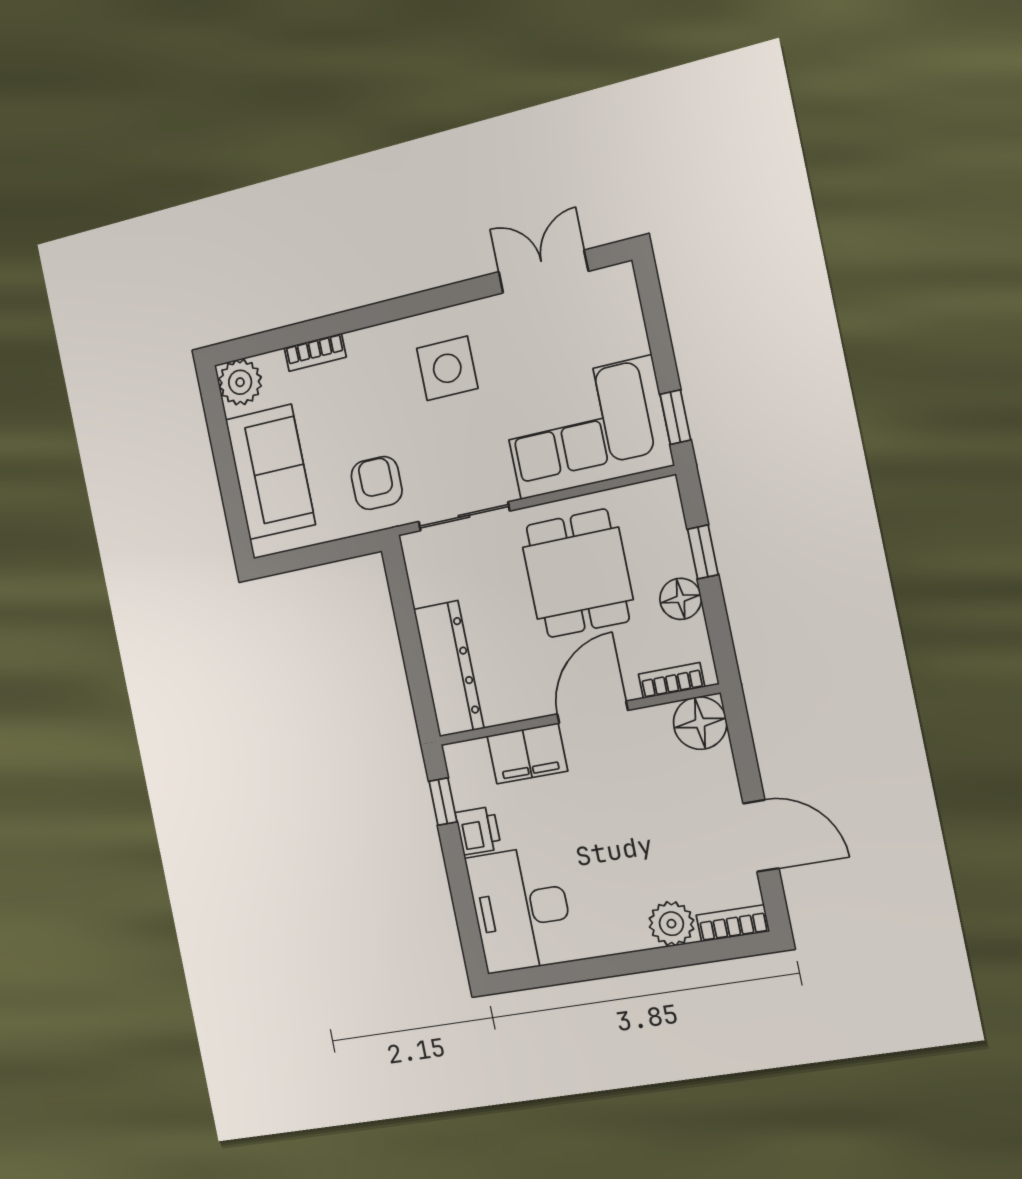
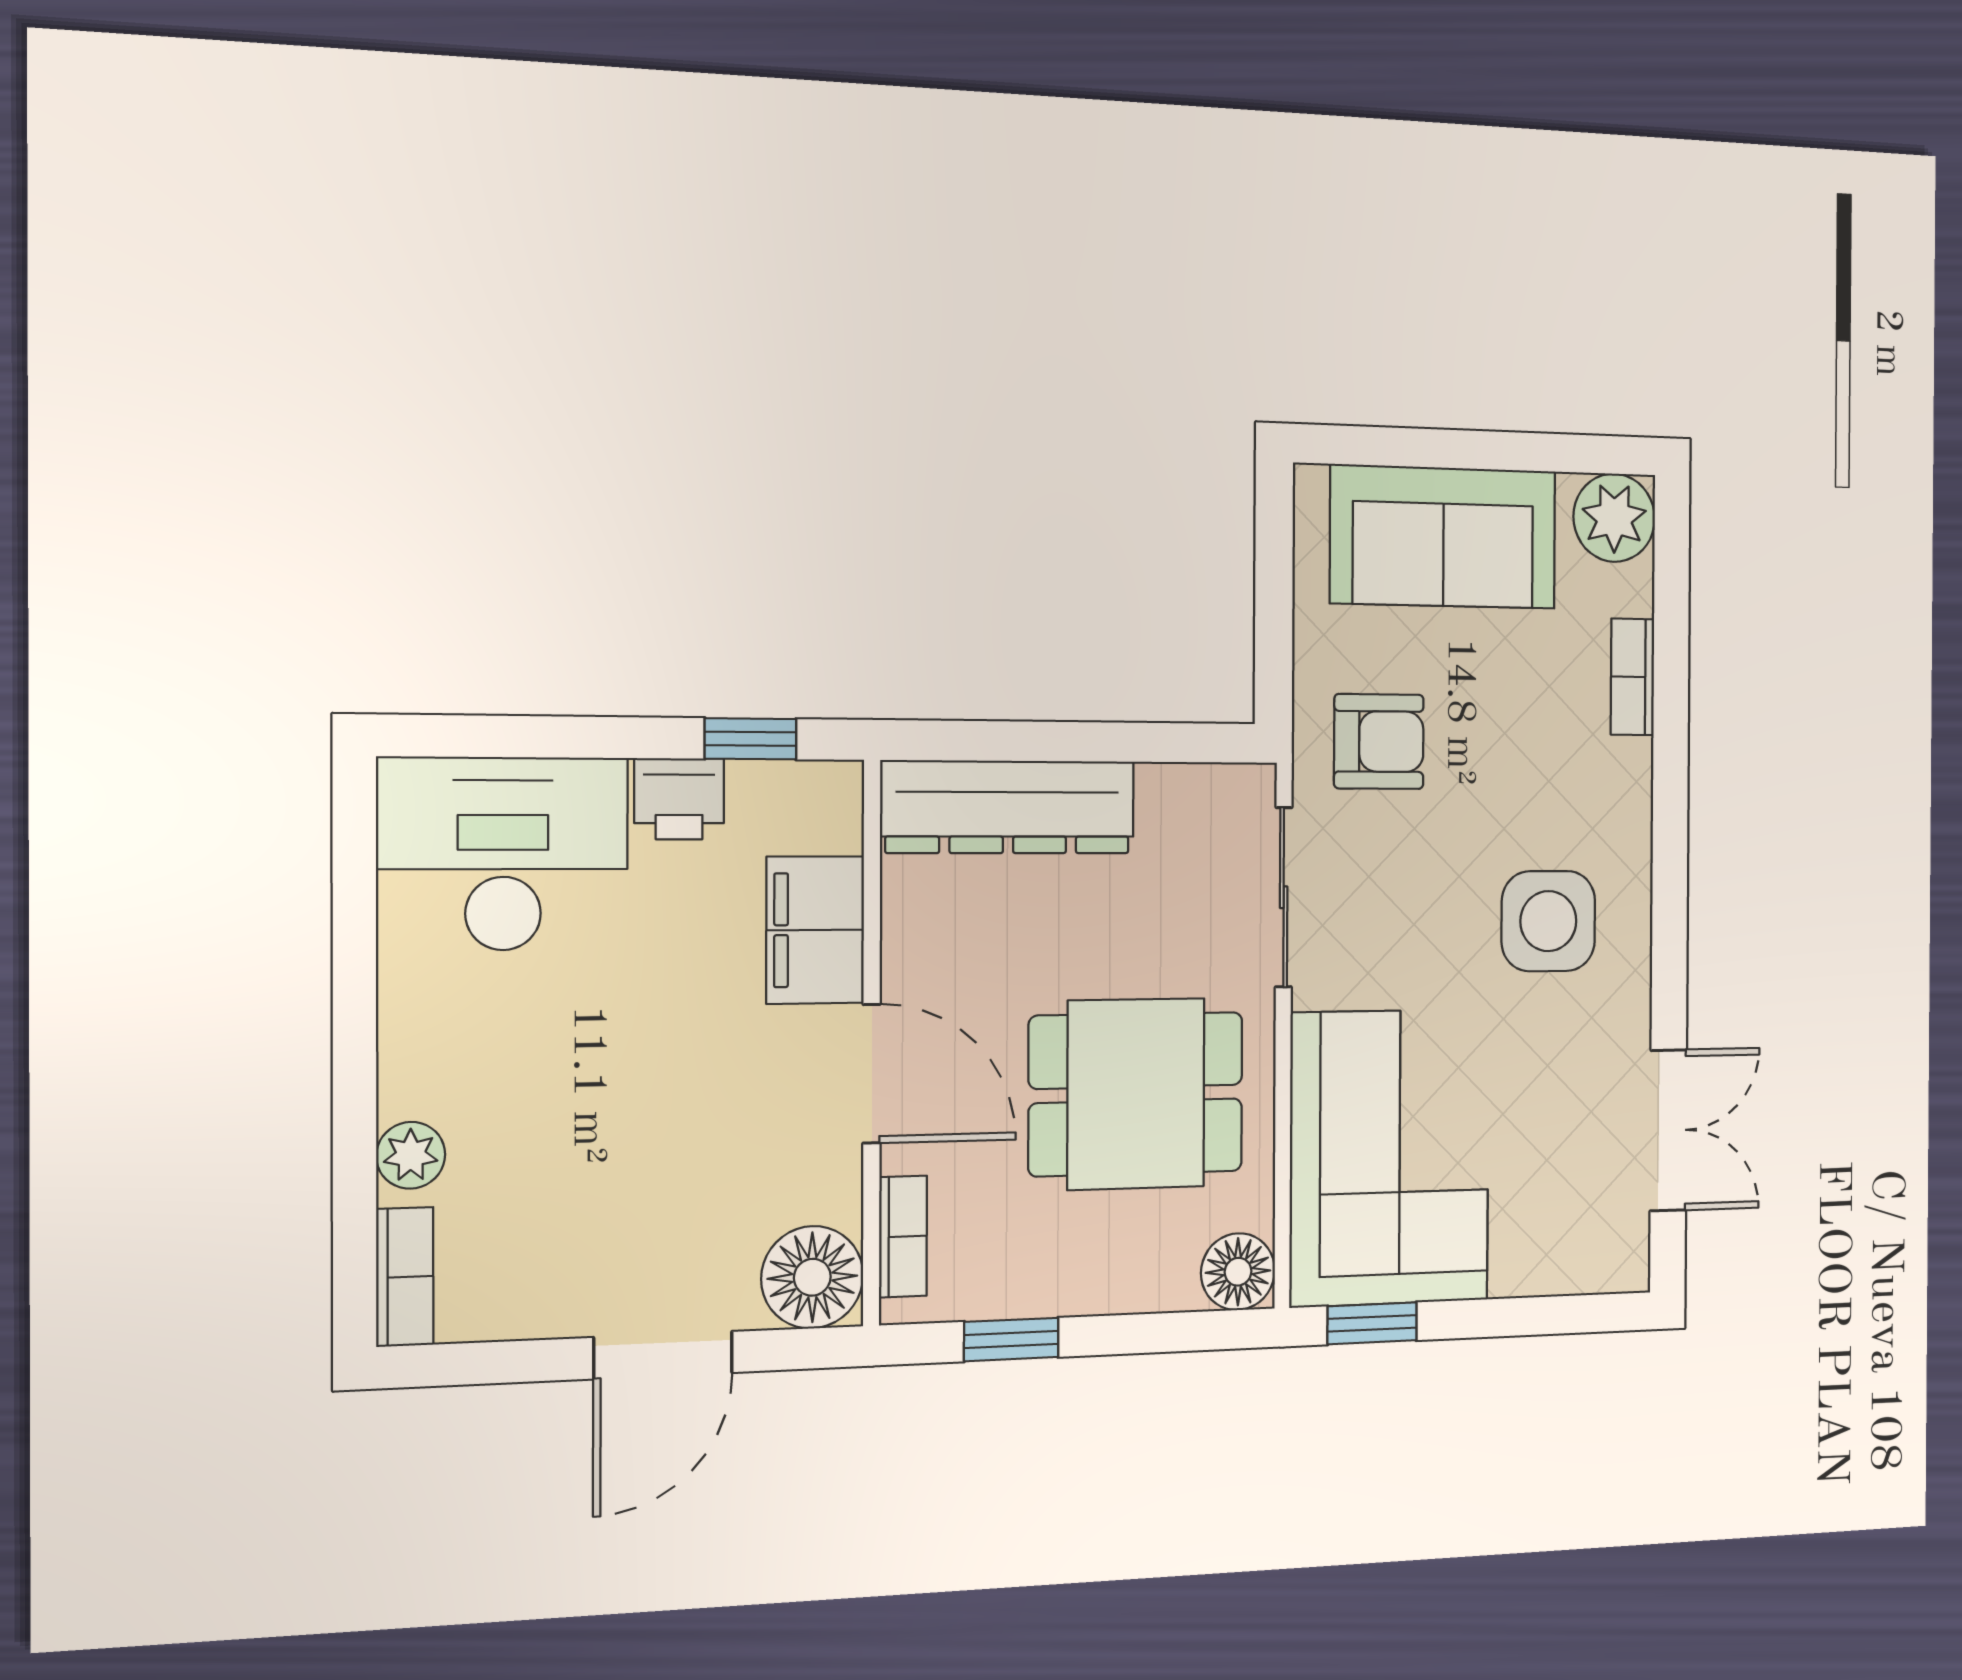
window: (703, 552) -> (1011, 1339), moved
floor lamp: (681, 599) -> (1238, 1272), moved
door: (761, 836) -> (663, 1355), moved
plant: (671, 924) -> (411, 1155), width x0.73, depth x0.73

